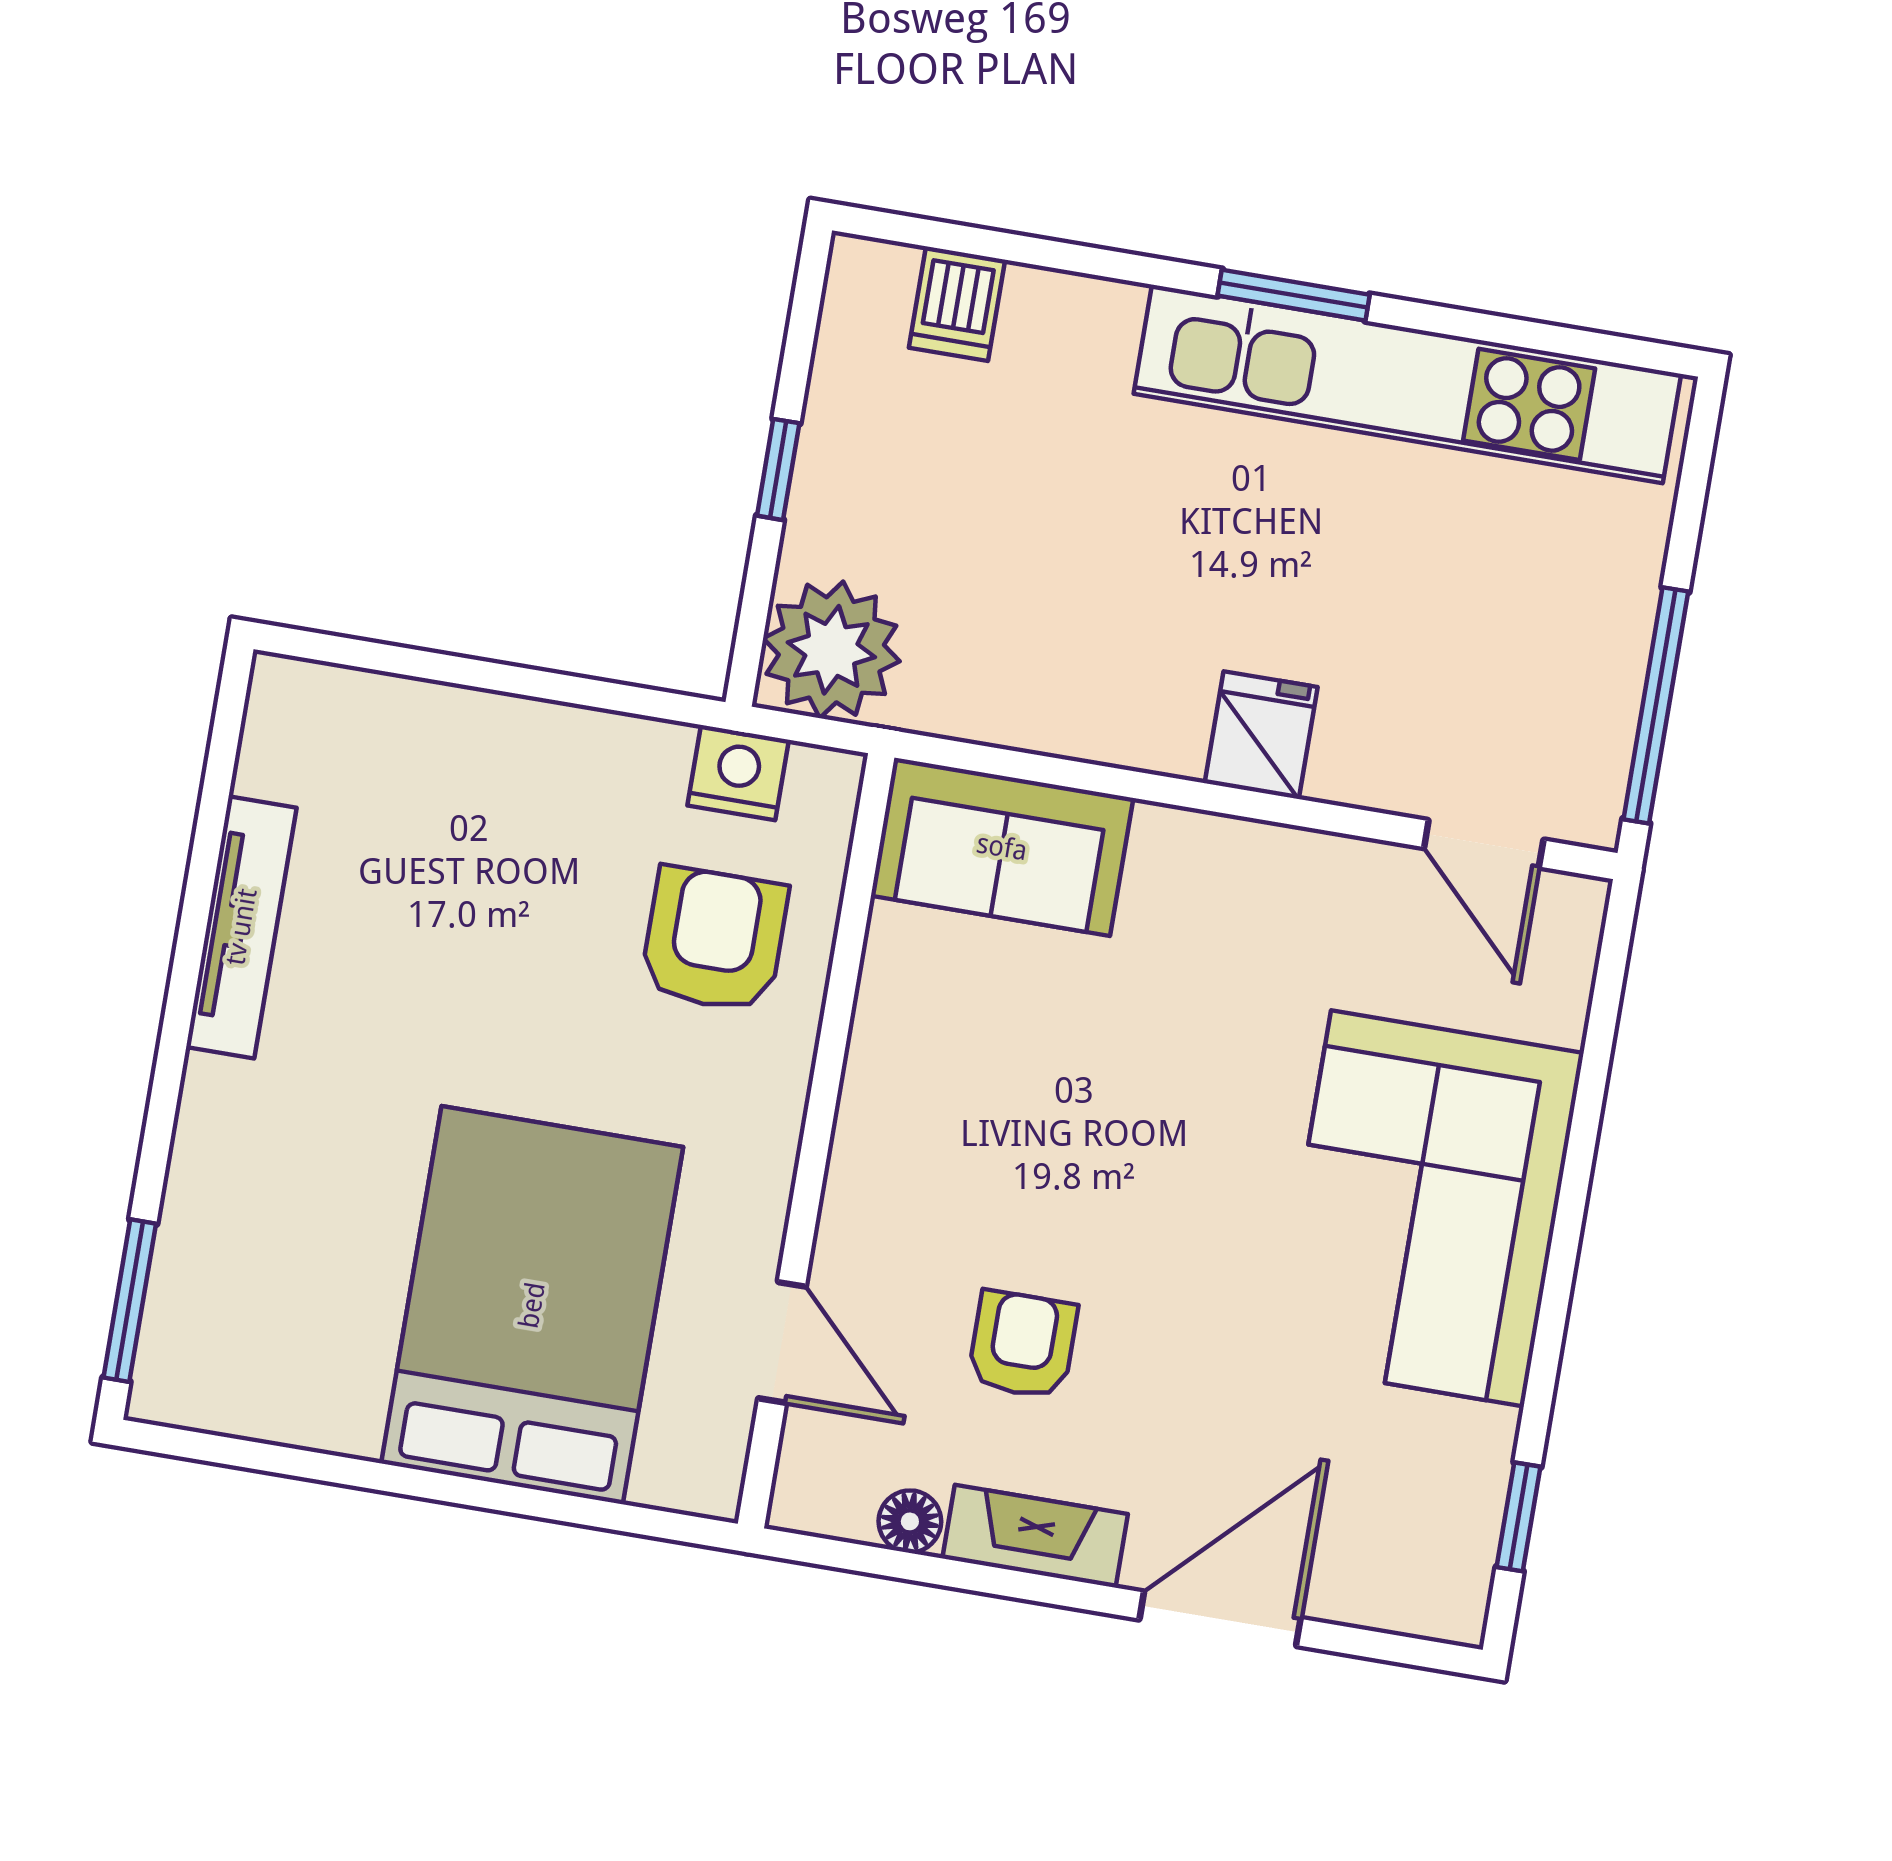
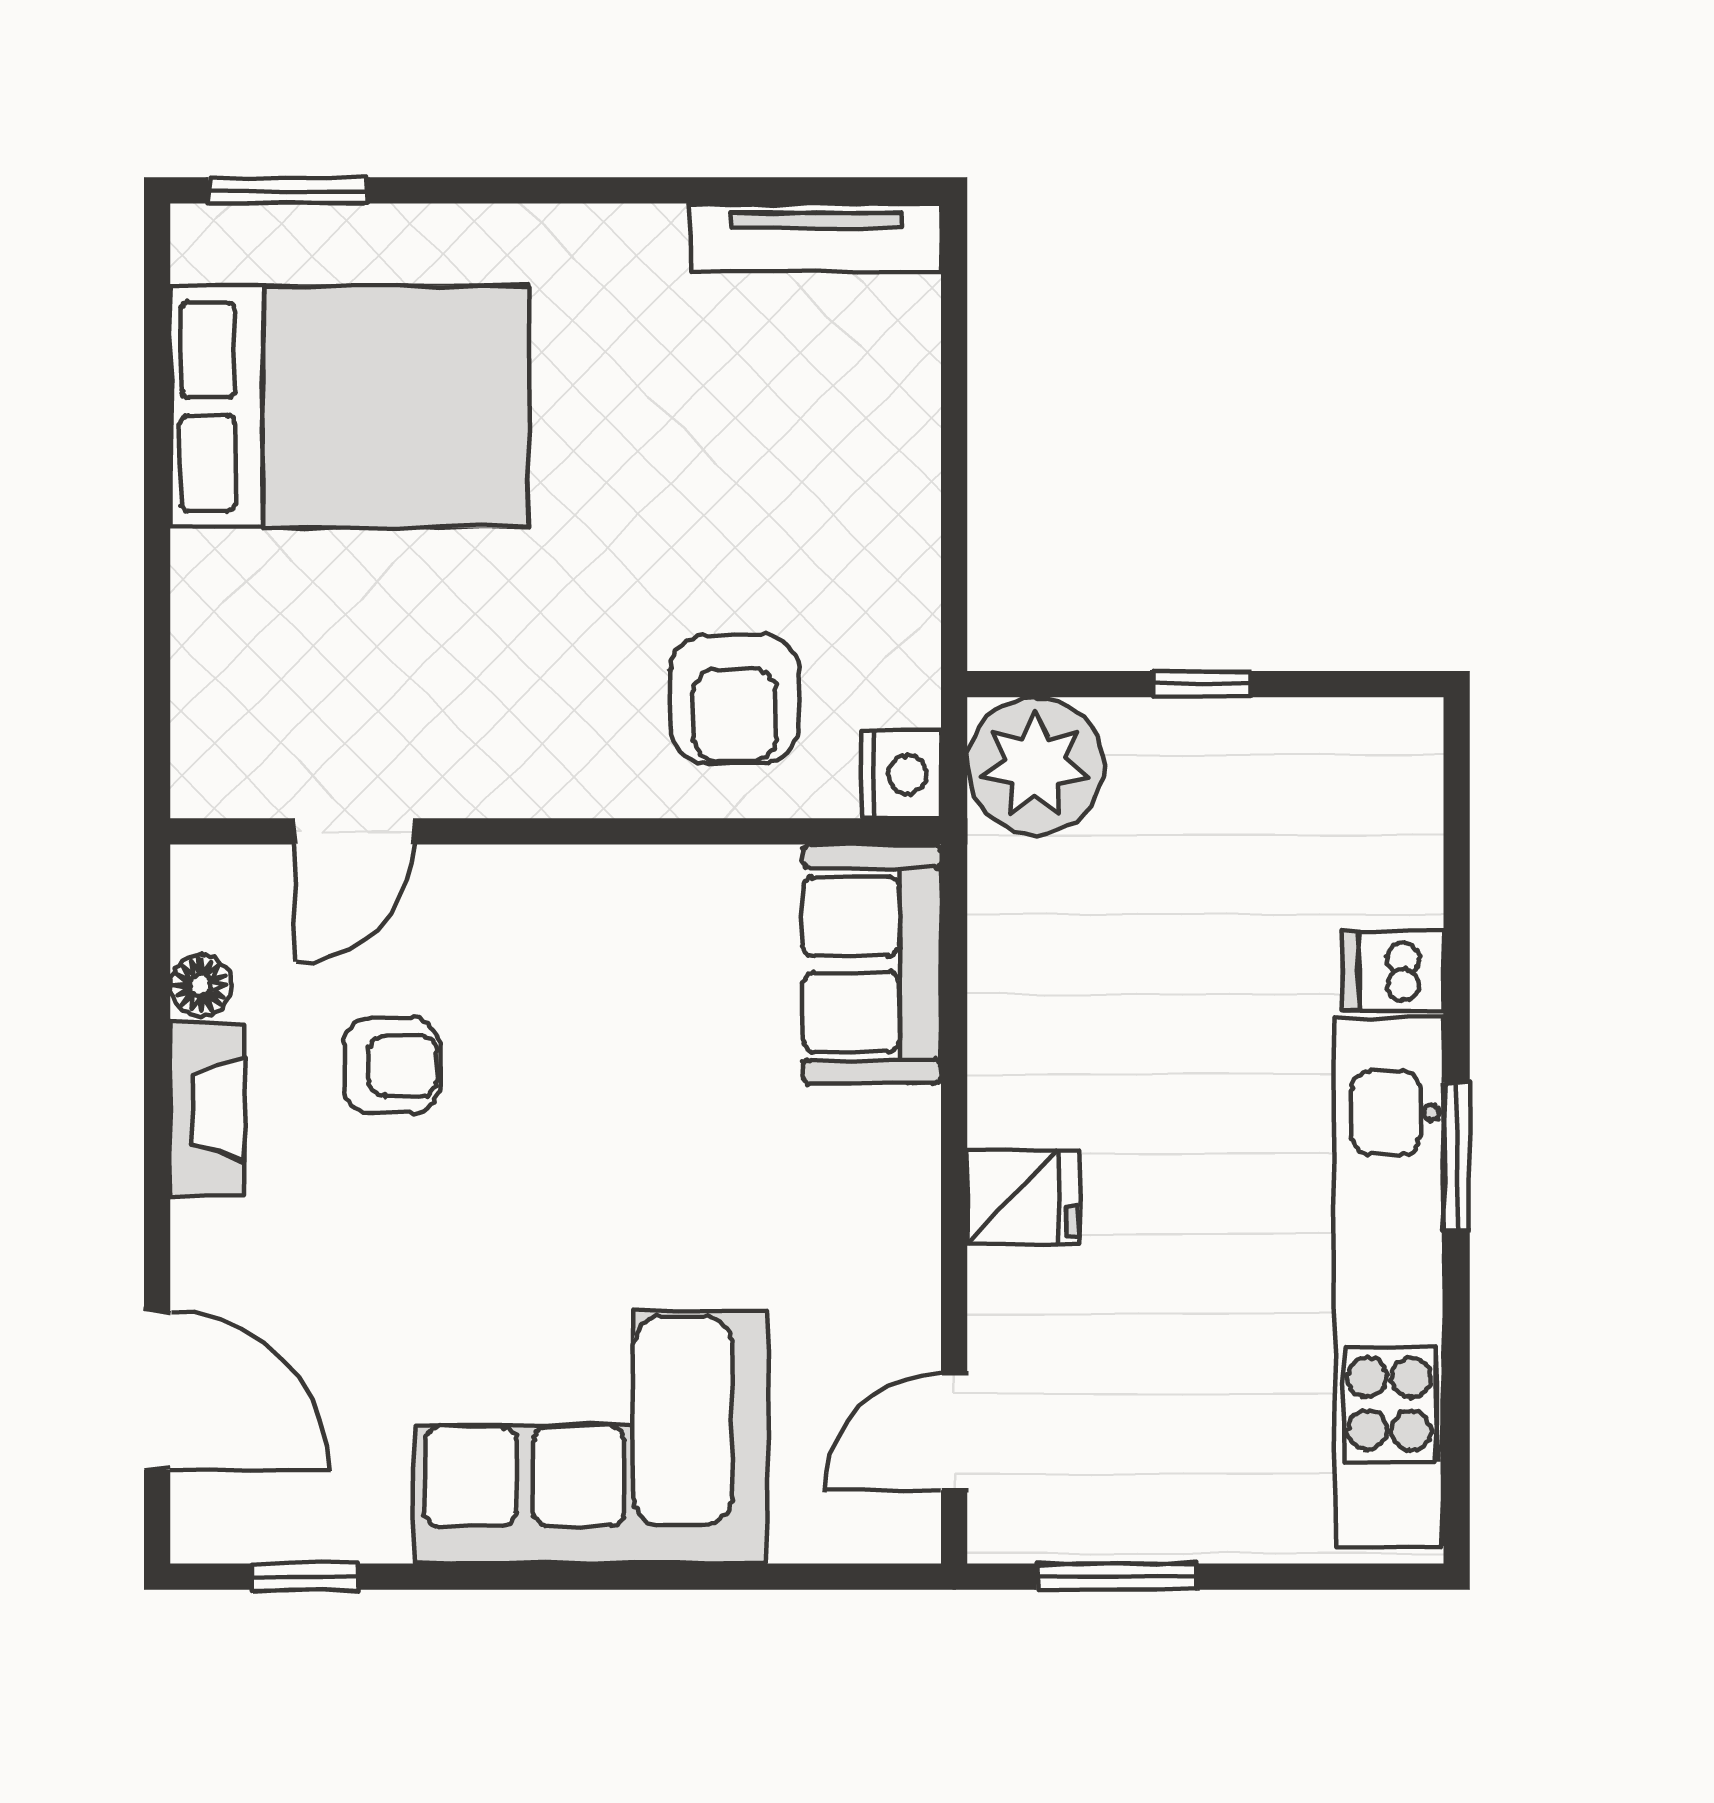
dishwasher: (957, 304) -> (1393, 971), moved
window: (1656, 705) -> (1117, 1577), width x0.69
nightstand: (738, 773) -> (901, 775), moved
tv unit: (241, 927) -> (816, 237), moved
armchair: (714, 939) -> (735, 699), turned 90
bed: (532, 1305) -> (349, 407), moved
door: (1220, 1619) -> (157, 1391), moved

